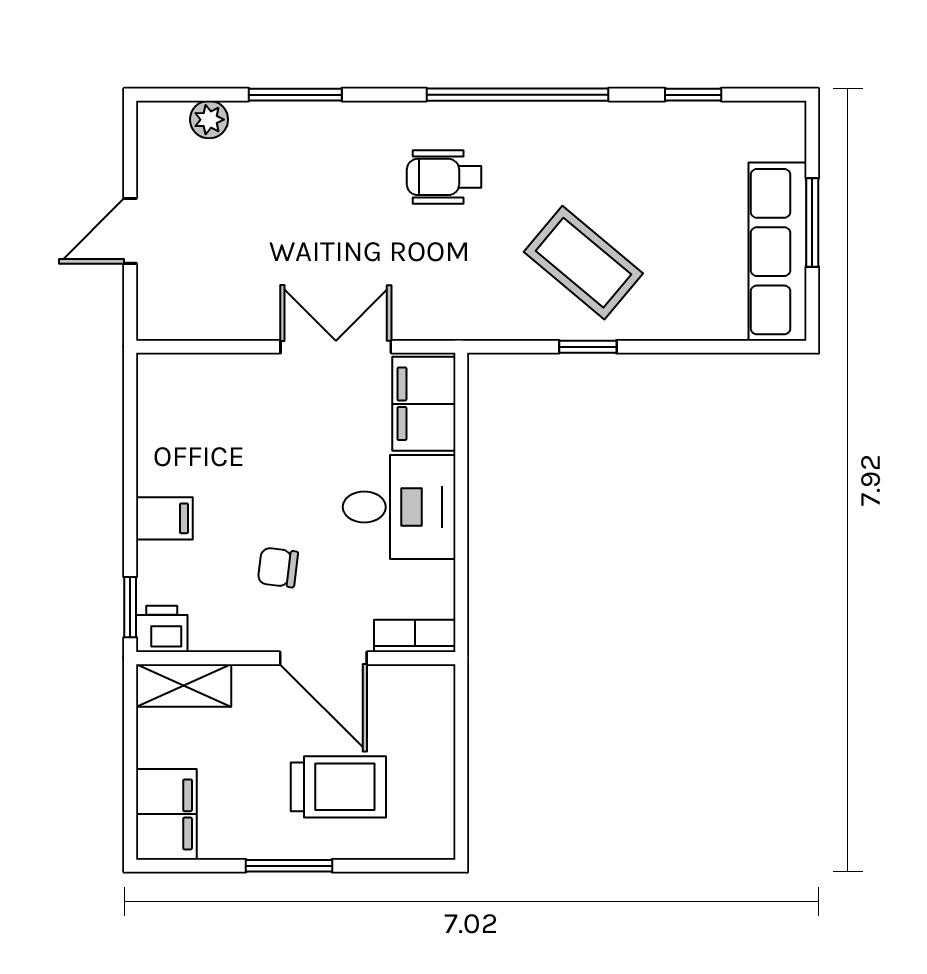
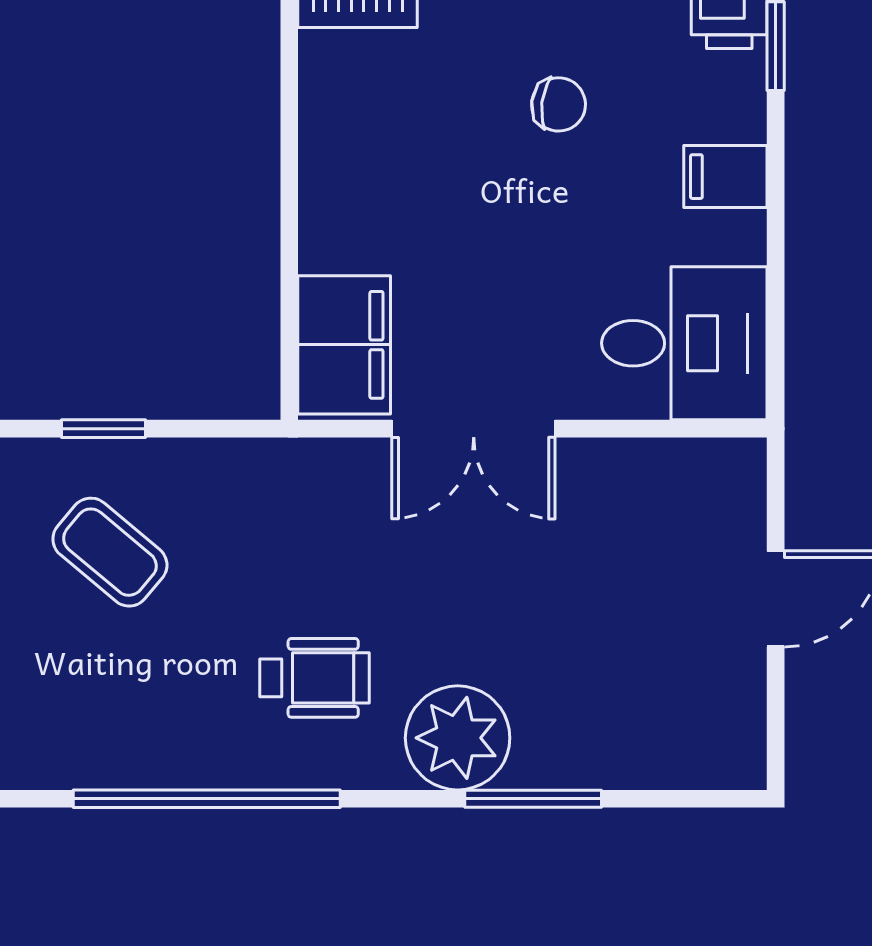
plant: (209, 120) -> (458, 738), moved, width x1.88, depth x1.88
coffee table: (583, 263) -> (110, 552), width x0.73, depth x0.77
desk: (399, 507) -> (684, 343), moved, turned 180

